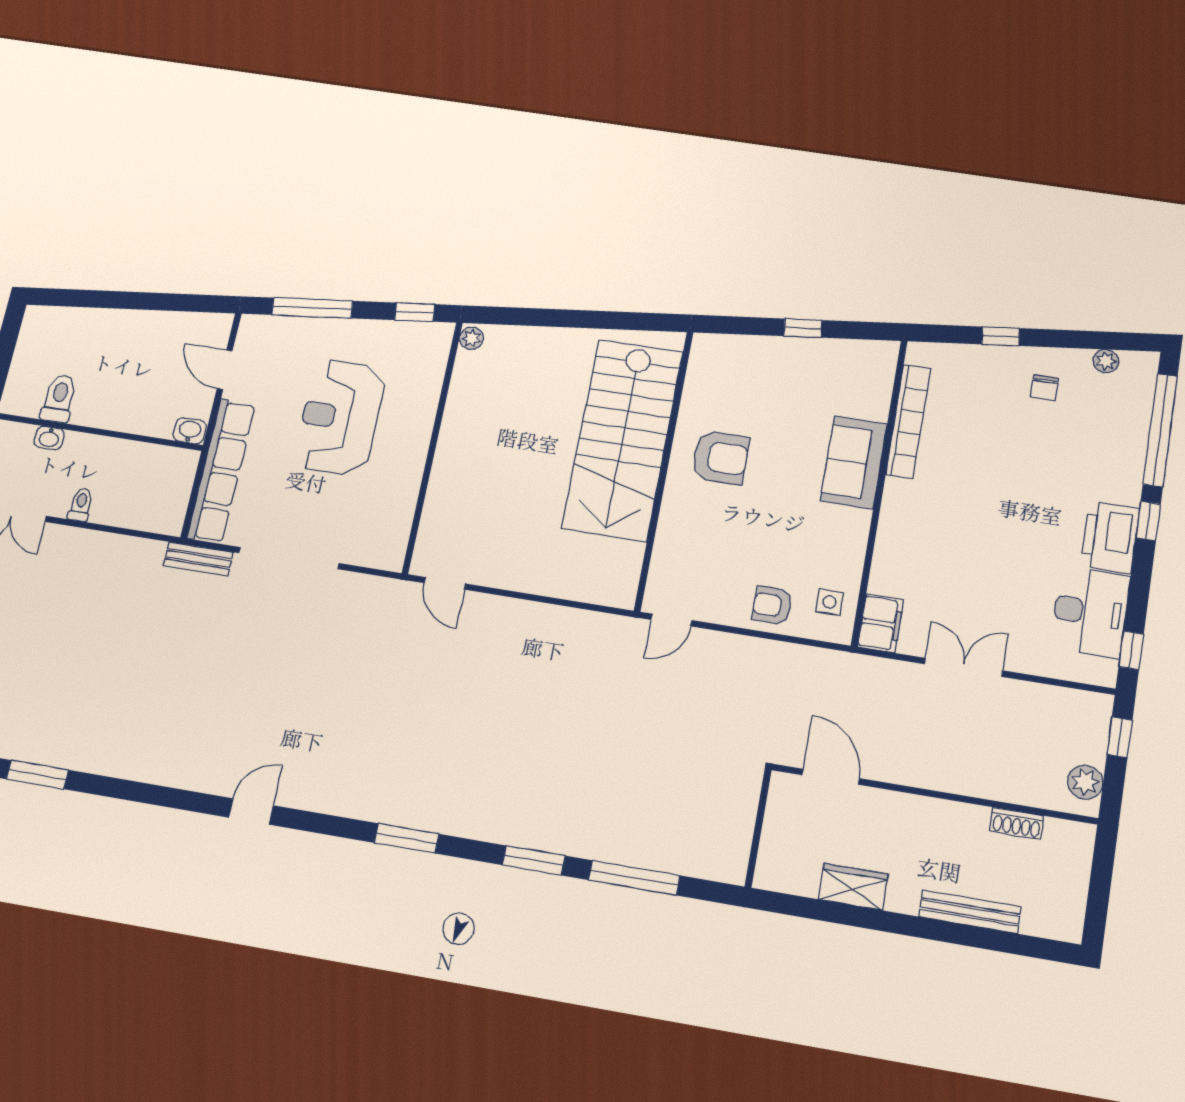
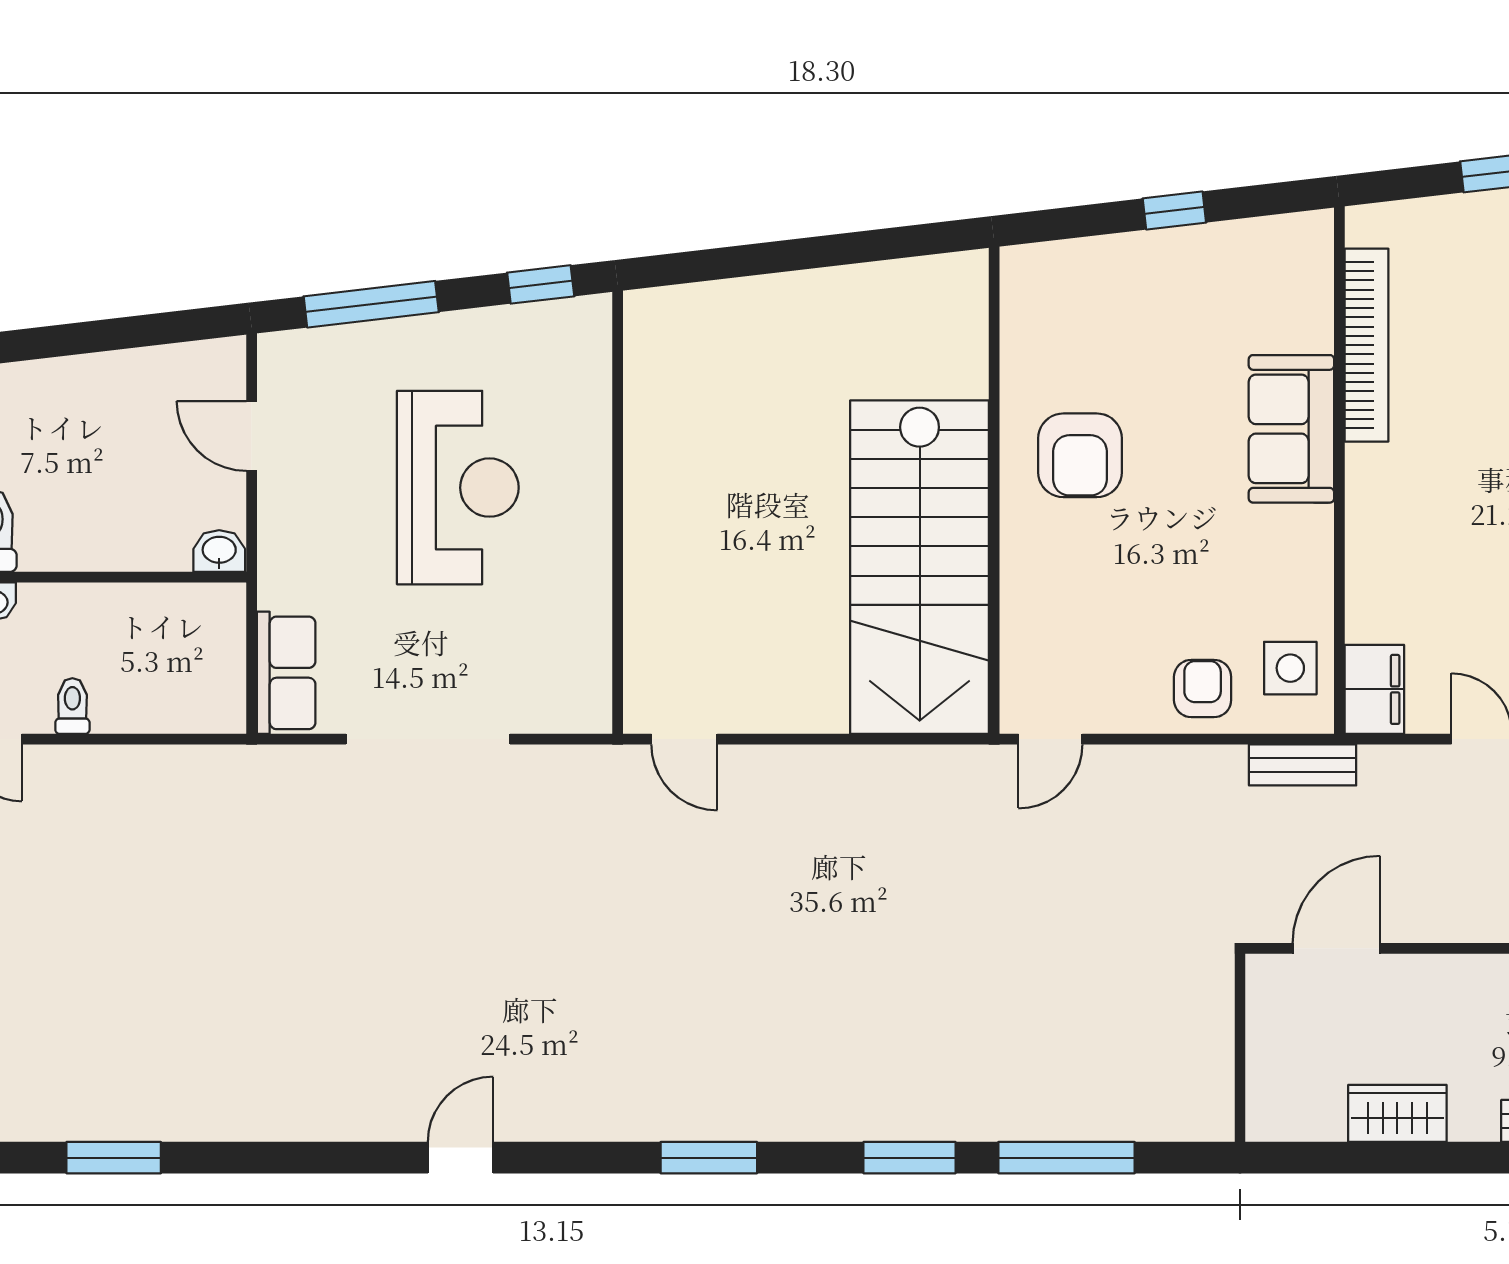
plant: (471, 338) -> (643, 315), removed
reception desk: (340, 417) -> (458, 488), turned 180
stairs: (623, 440) -> (920, 567), moved
armchair: (720, 457) -> (1080, 455), turned 90
row of seats: (221, 471) -> (286, 673), width x0.50
bench: (198, 559) -> (1303, 765), moved
side table: (829, 602) -> (1290, 668), width x1.37, depth x1.37
armchair: (772, 605) -> (1203, 688), turned 90
door: (831, 777) -> (1336, 948), hinge flipped

